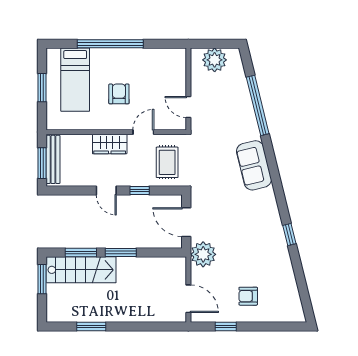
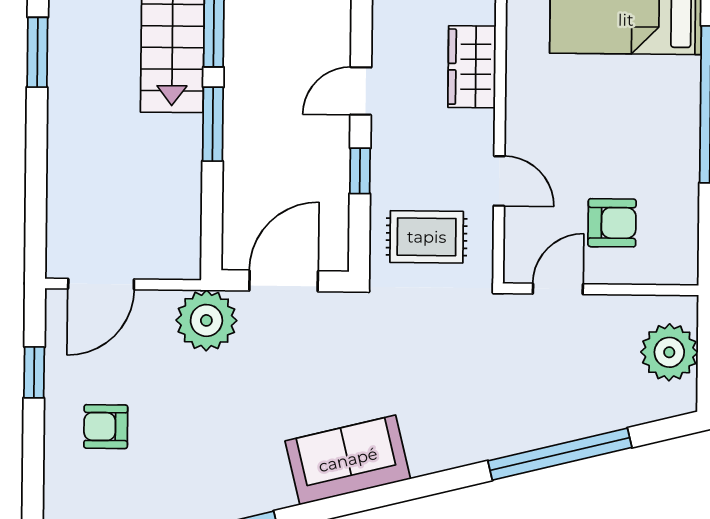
armchair: (119, 94) -> (612, 223), moved
wardrobe: (110, 144) -> (472, 67), moved
sofa: (254, 165) -> (348, 460), moved
armchair: (248, 296) -> (106, 427), turned -90

